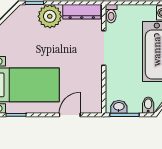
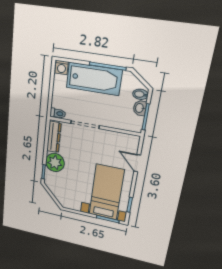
washbasin: (119, 107) -> (140, 108), moved

